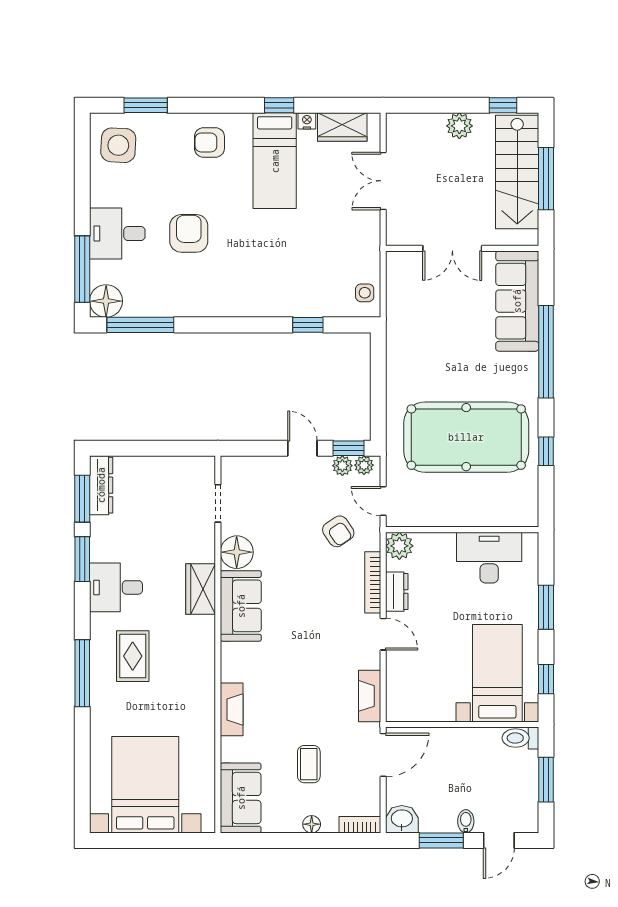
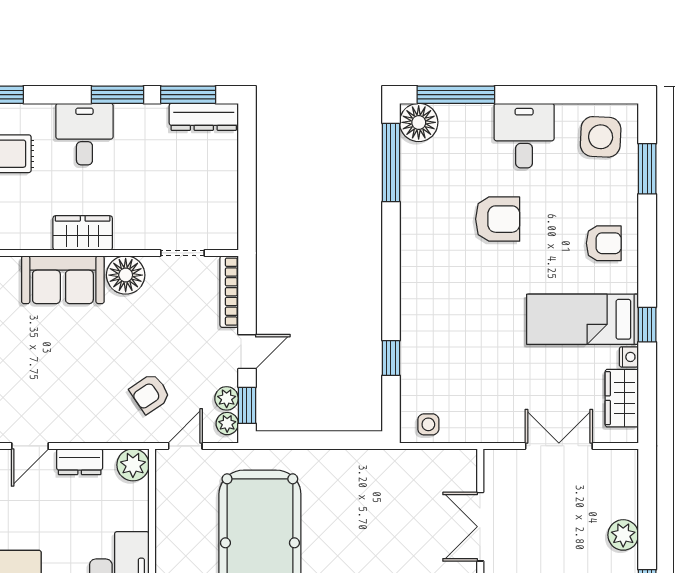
armchair: (209, 142) -> (604, 243), turned 90
desk: (117, 234) -> (524, 136), moved
bookcase: (373, 582) -> (229, 292), moved, turned -90

